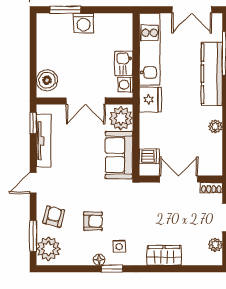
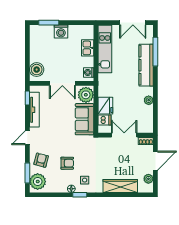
kitchen sink: (124, 63) -> (88, 48), moved
fridge: (150, 99) -> (105, 106), moved
wardrobe: (164, 255) -> (120, 186), width x1.50

